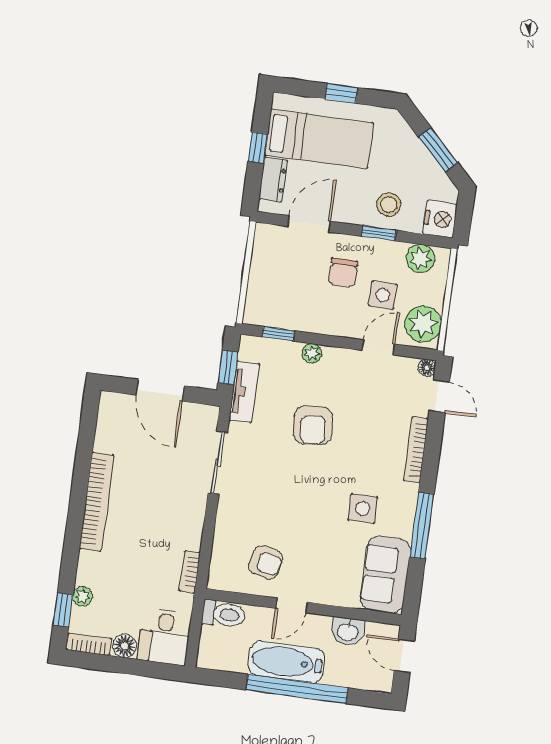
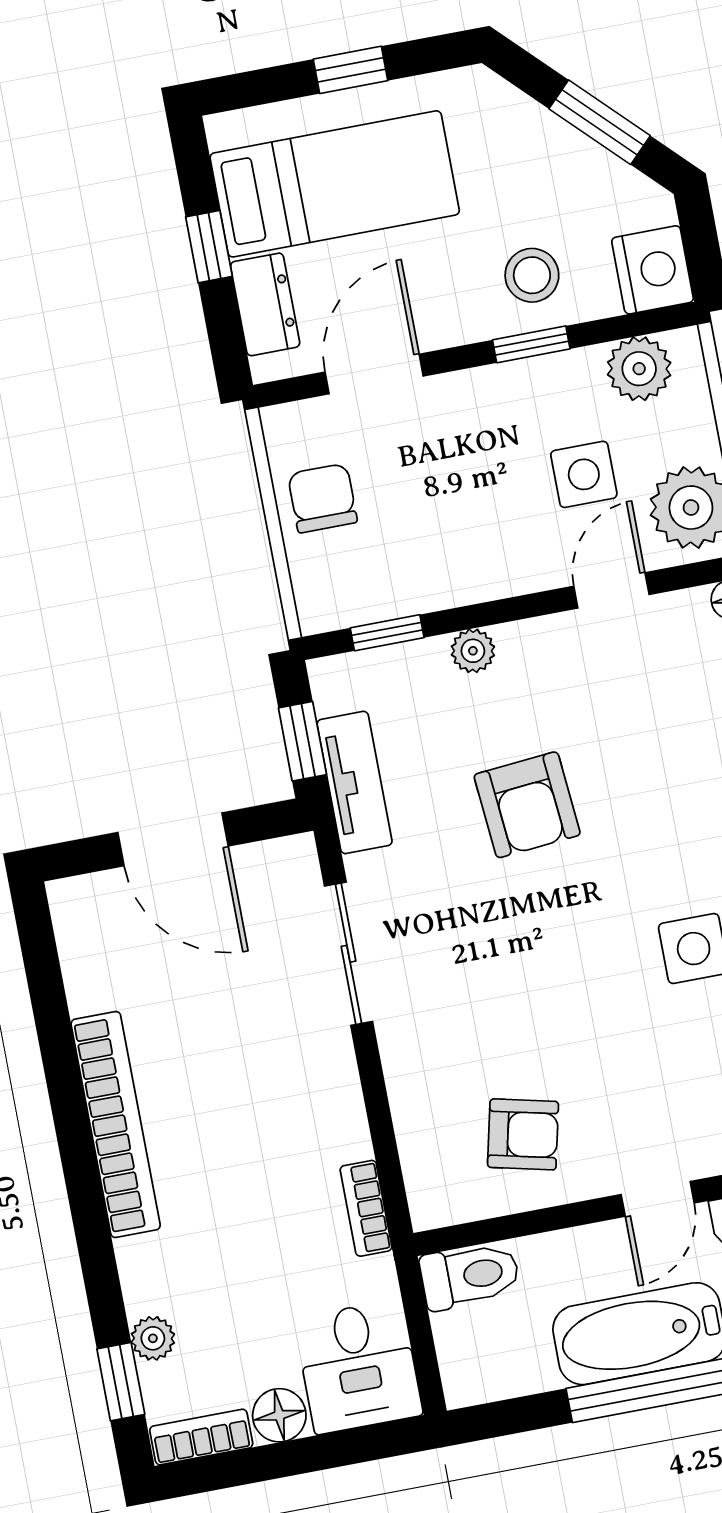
chair: (343, 273) -> (322, 498), moved, turned 180
door: (291, 605) -> (658, 1199), moved

